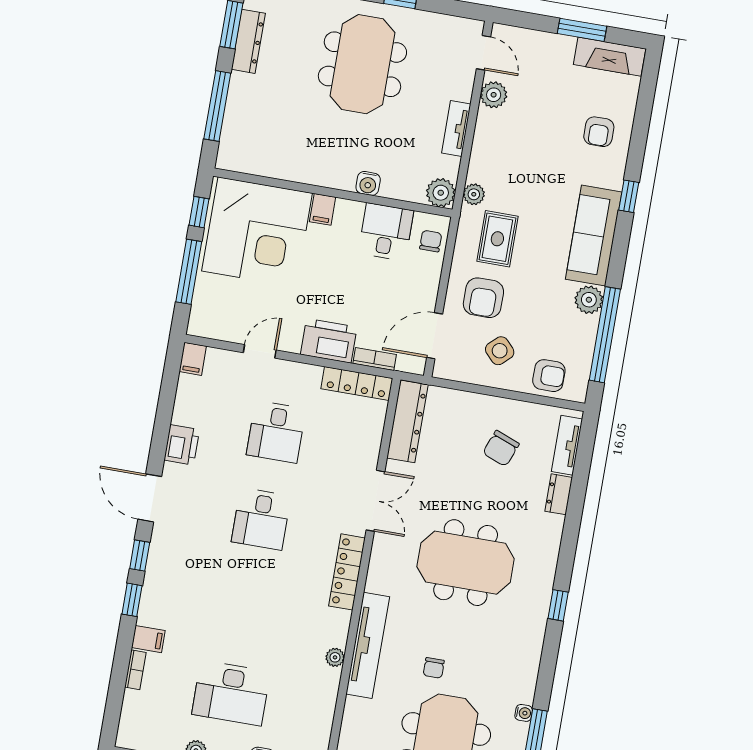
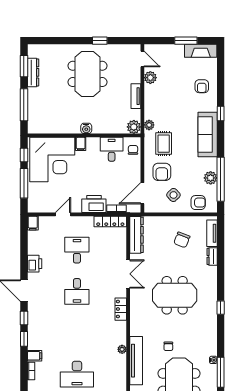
water cooler: (368, 183) -> (86, 128), moved
plant: (589, 300) -> (211, 178), moved
desk: (276, 432) -> (77, 250), turned 180
locker: (347, 572) -> (121, 309), width x0.66
tv unit: (368, 645) -> (136, 361), moved

